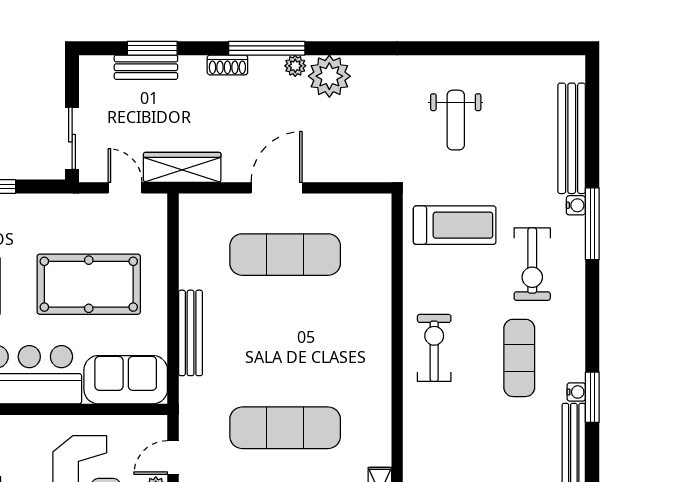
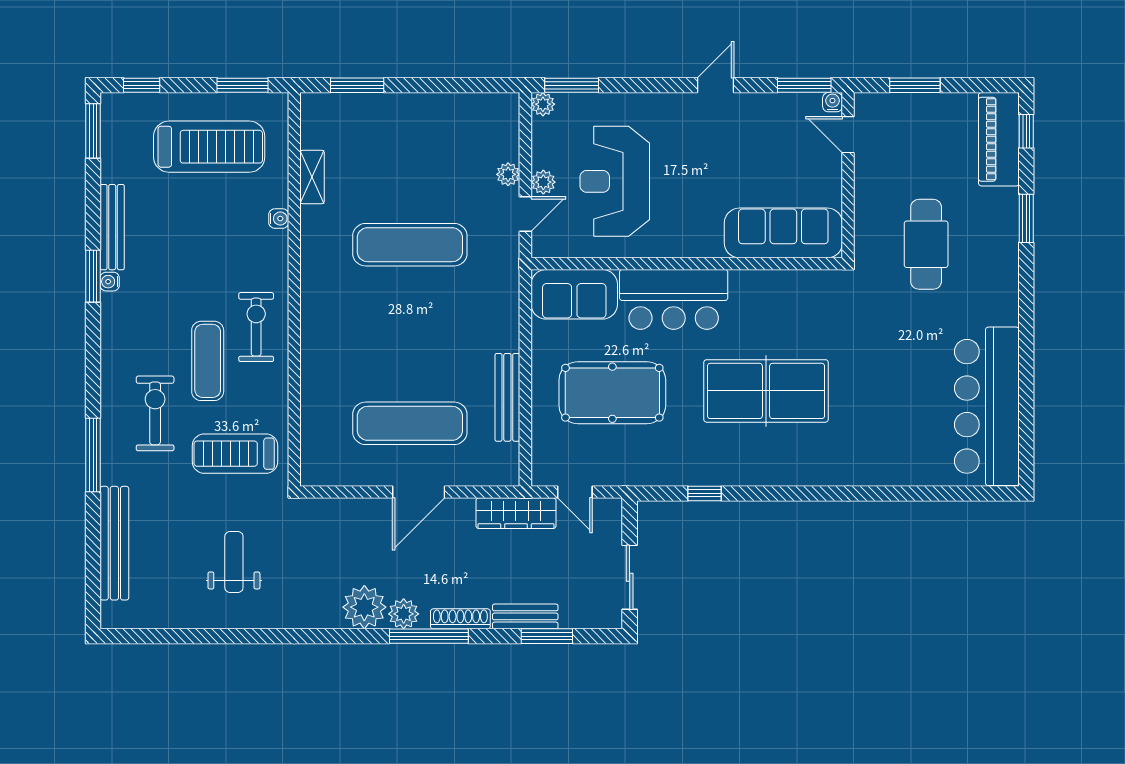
shoe rack: (227, 65) -> (460, 619), width x1.43
plant: (295, 66) -> (404, 614), width x1.38, depth x1.38
bench: (146, 67) -> (525, 616), moved
sliding door: (72, 138) -> (630, 577), moved
water cooler: (576, 205) -> (279, 219), moved, turned 180
bench: (191, 333) -> (507, 397), moved
exercise bike: (434, 348) -> (256, 327), turned 180
exercise mat: (519, 358) -> (208, 361), moved

